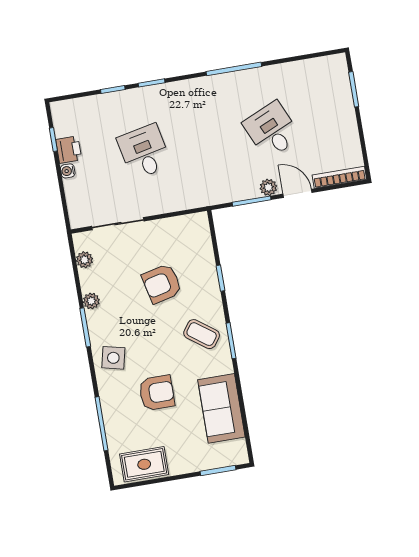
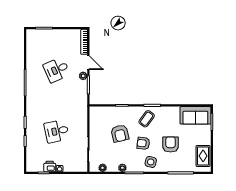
door: (298, 193) -> (88, 63), swing flipped
armchair: (149, 336) -> (143, 143), added
sofa: (221, 408) -> (195, 115), moved

